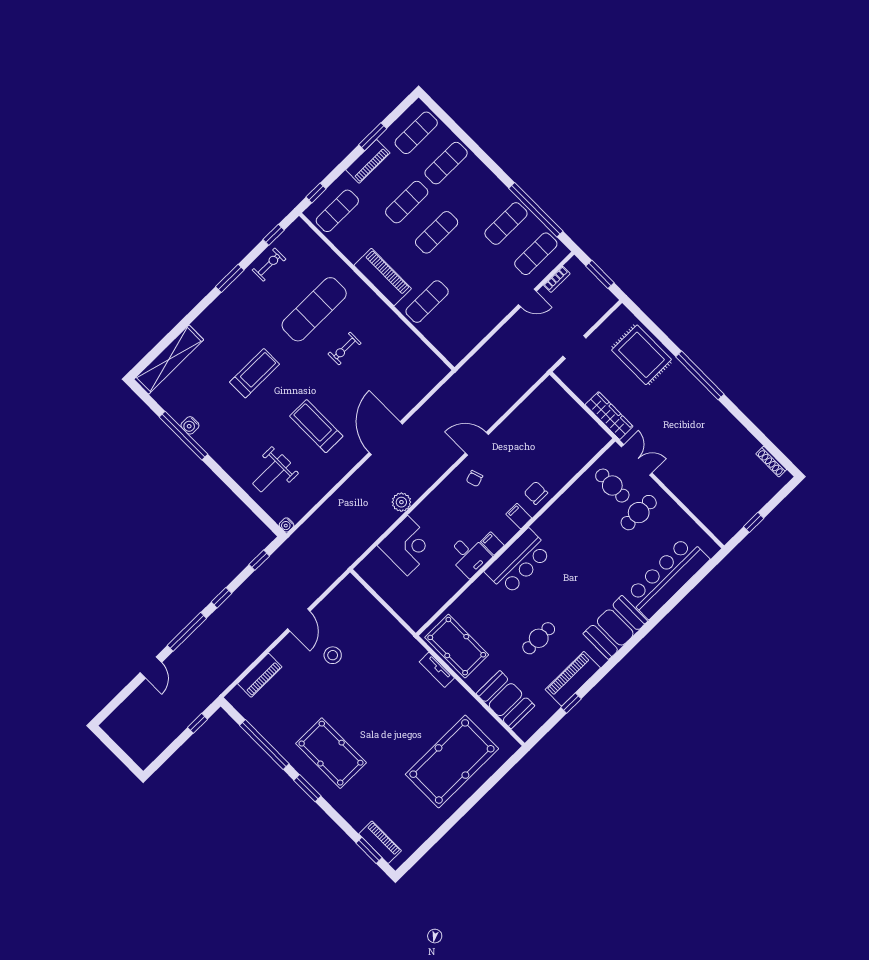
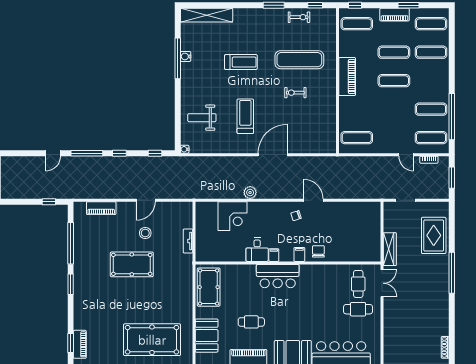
exercise mat: (427, 302) -> (357, 138), moved
tv unit: (437, 670) -> (188, 241), moved
pool table: (331, 753) -> (132, 264), moved, turned 90

